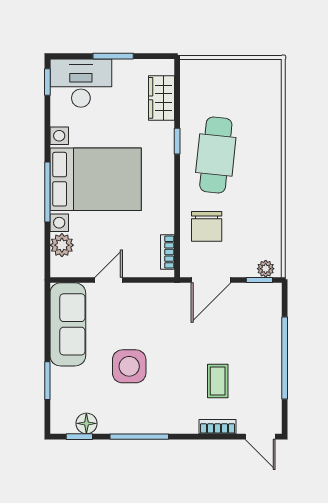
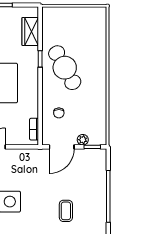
cafe table: (216, 155) -> (65, 68), turned -35
chair: (207, 226) -> (59, 113), width x0.54, depth x0.54
plant: (266, 269) -> (83, 140), moved

